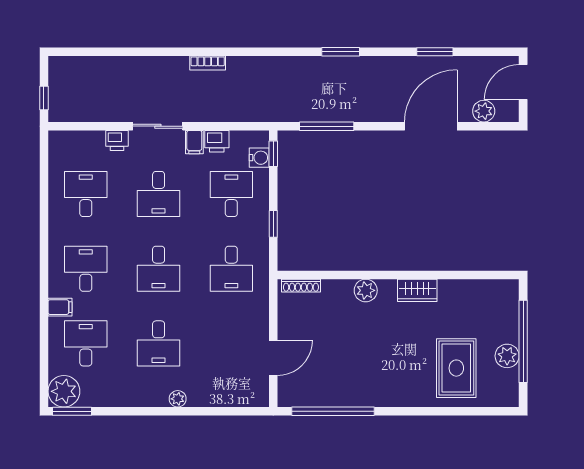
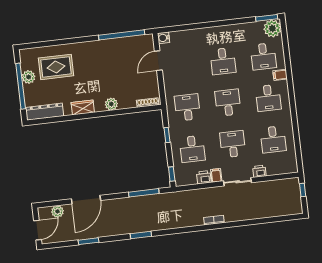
water cooler: (259, 158) -> (164, 38), moved
dresser: (486, 291) -> (45, 112), added
desk: (159, 343) -> (223, 61), turned 180
rug: (456, 368) -> (56, 67), turned 90
plant: (178, 399) -> (209, 32), removed

